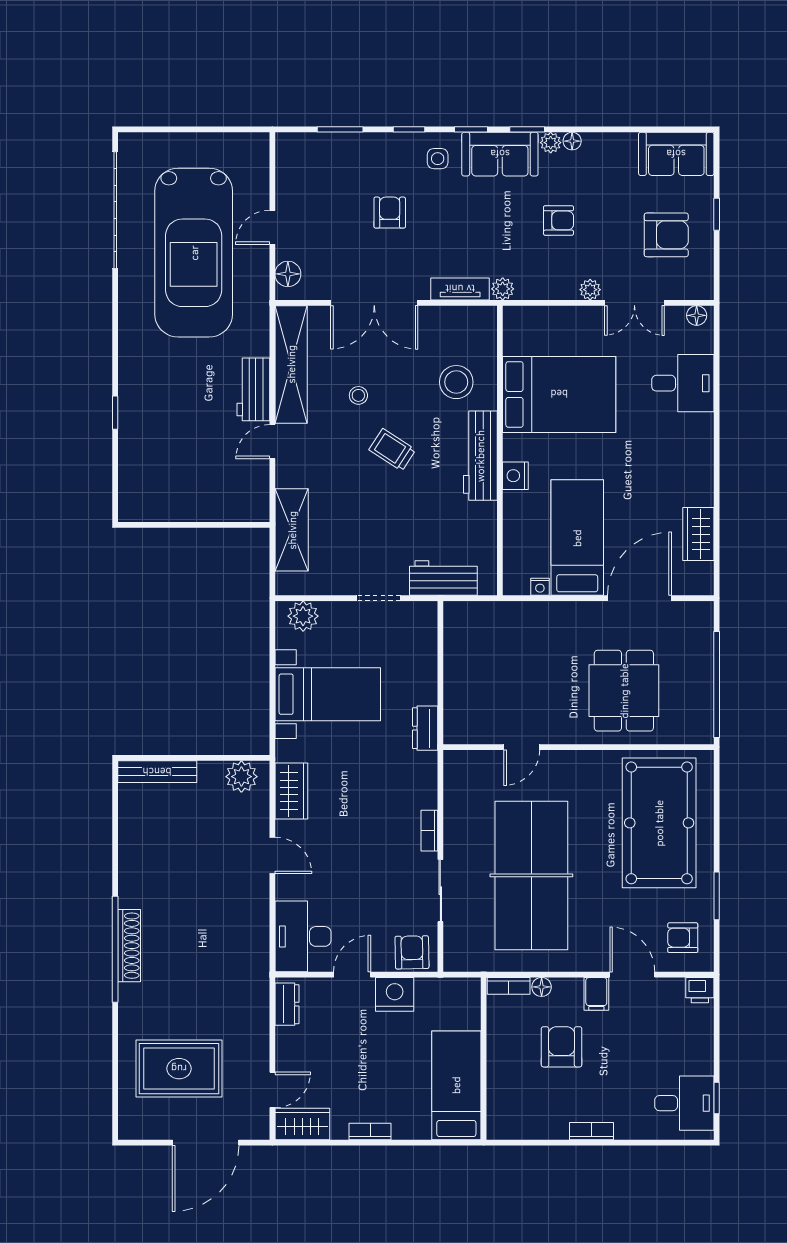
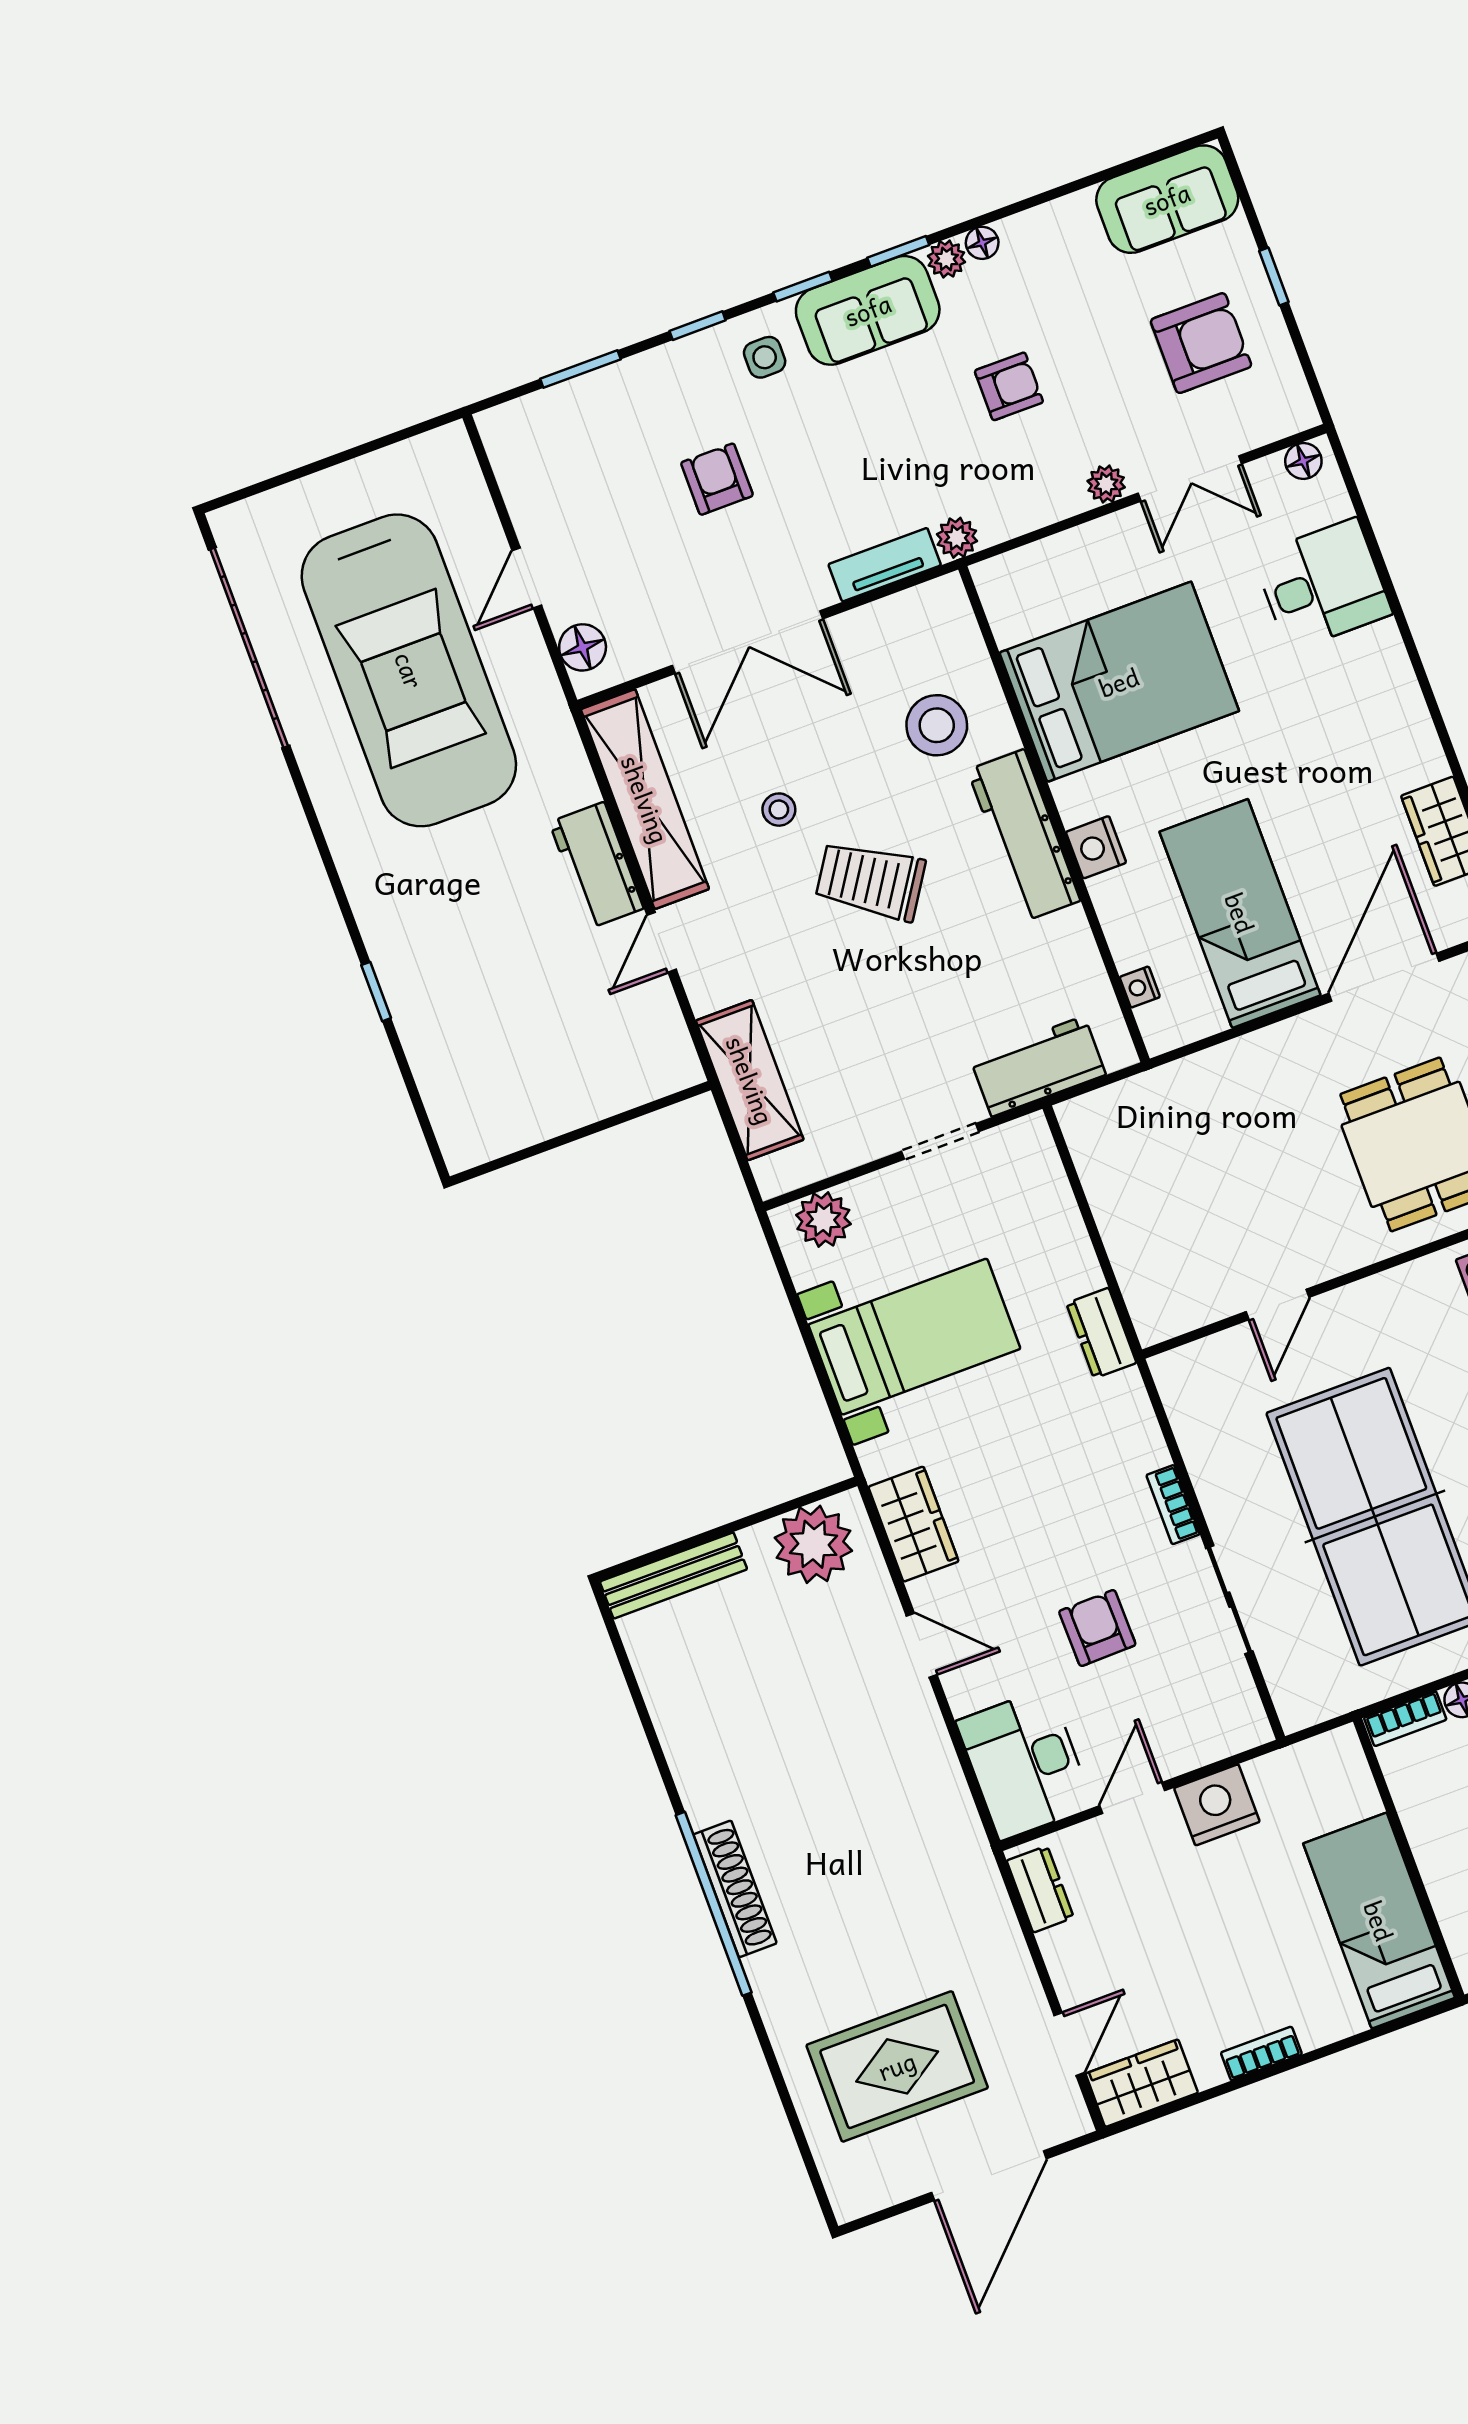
trolley: (392, 450) -> (870, 881), width x1.36, depth x1.39
nightstand: (540, 587) -> (1140, 987), moved, turned 90
plant: (241, 777) -> (813, 1544), width x1.36, depth x1.36
armchair: (412, 952) -> (1097, 1628), moved

